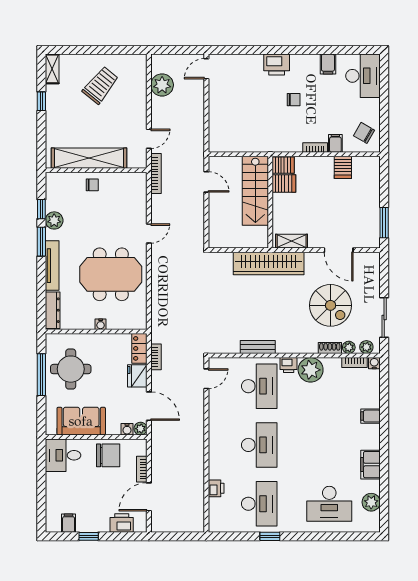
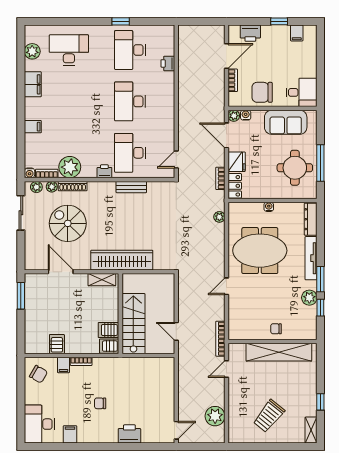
printer: (277, 65) -> (129, 434), moved
plant: (157, 313) -> (219, 217), added
shoe rack: (330, 348) -> (73, 186), width x1.43
plant: (311, 370) -> (70, 167), moved

